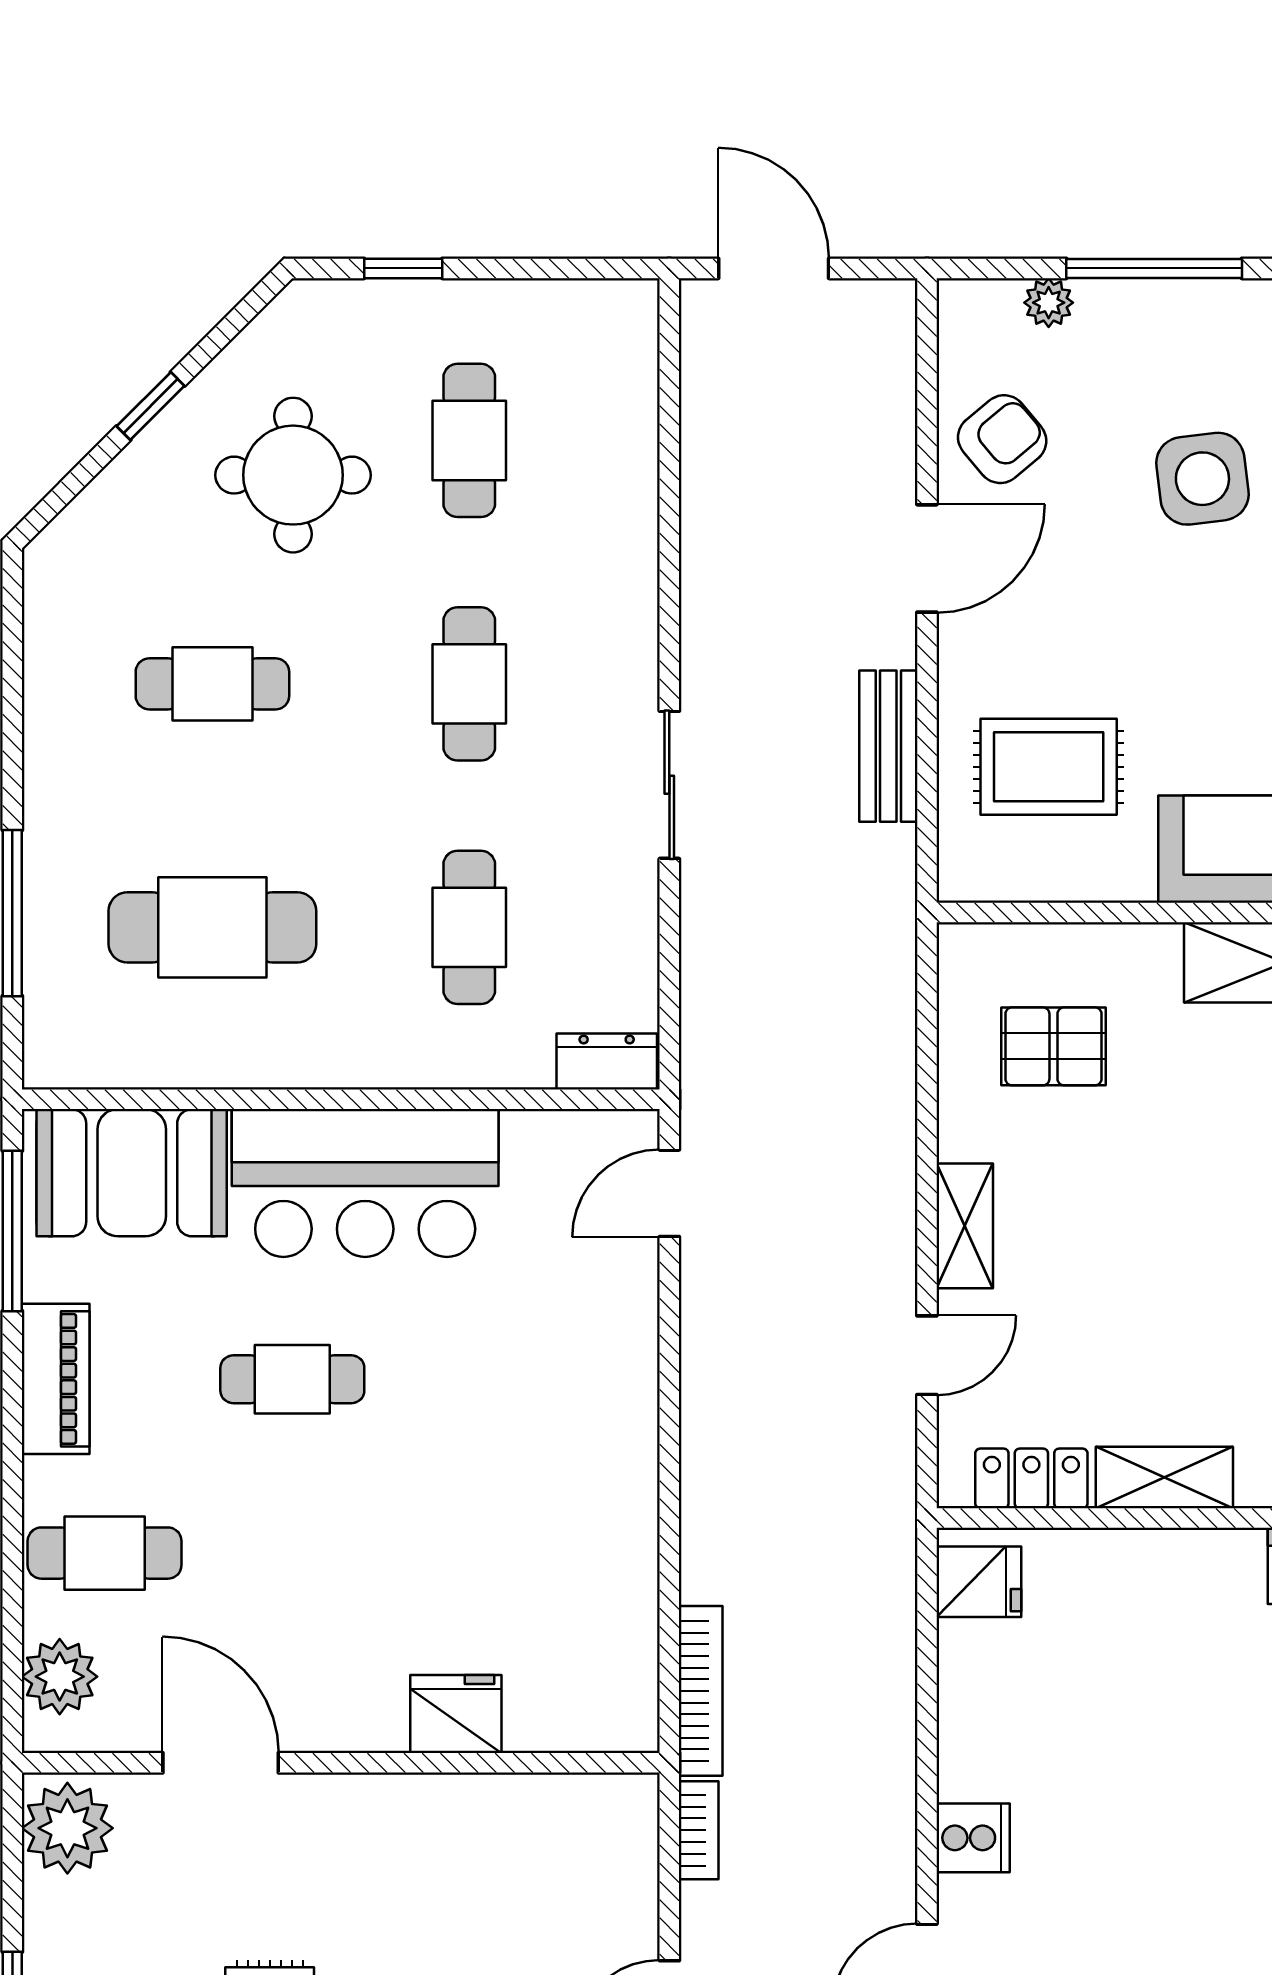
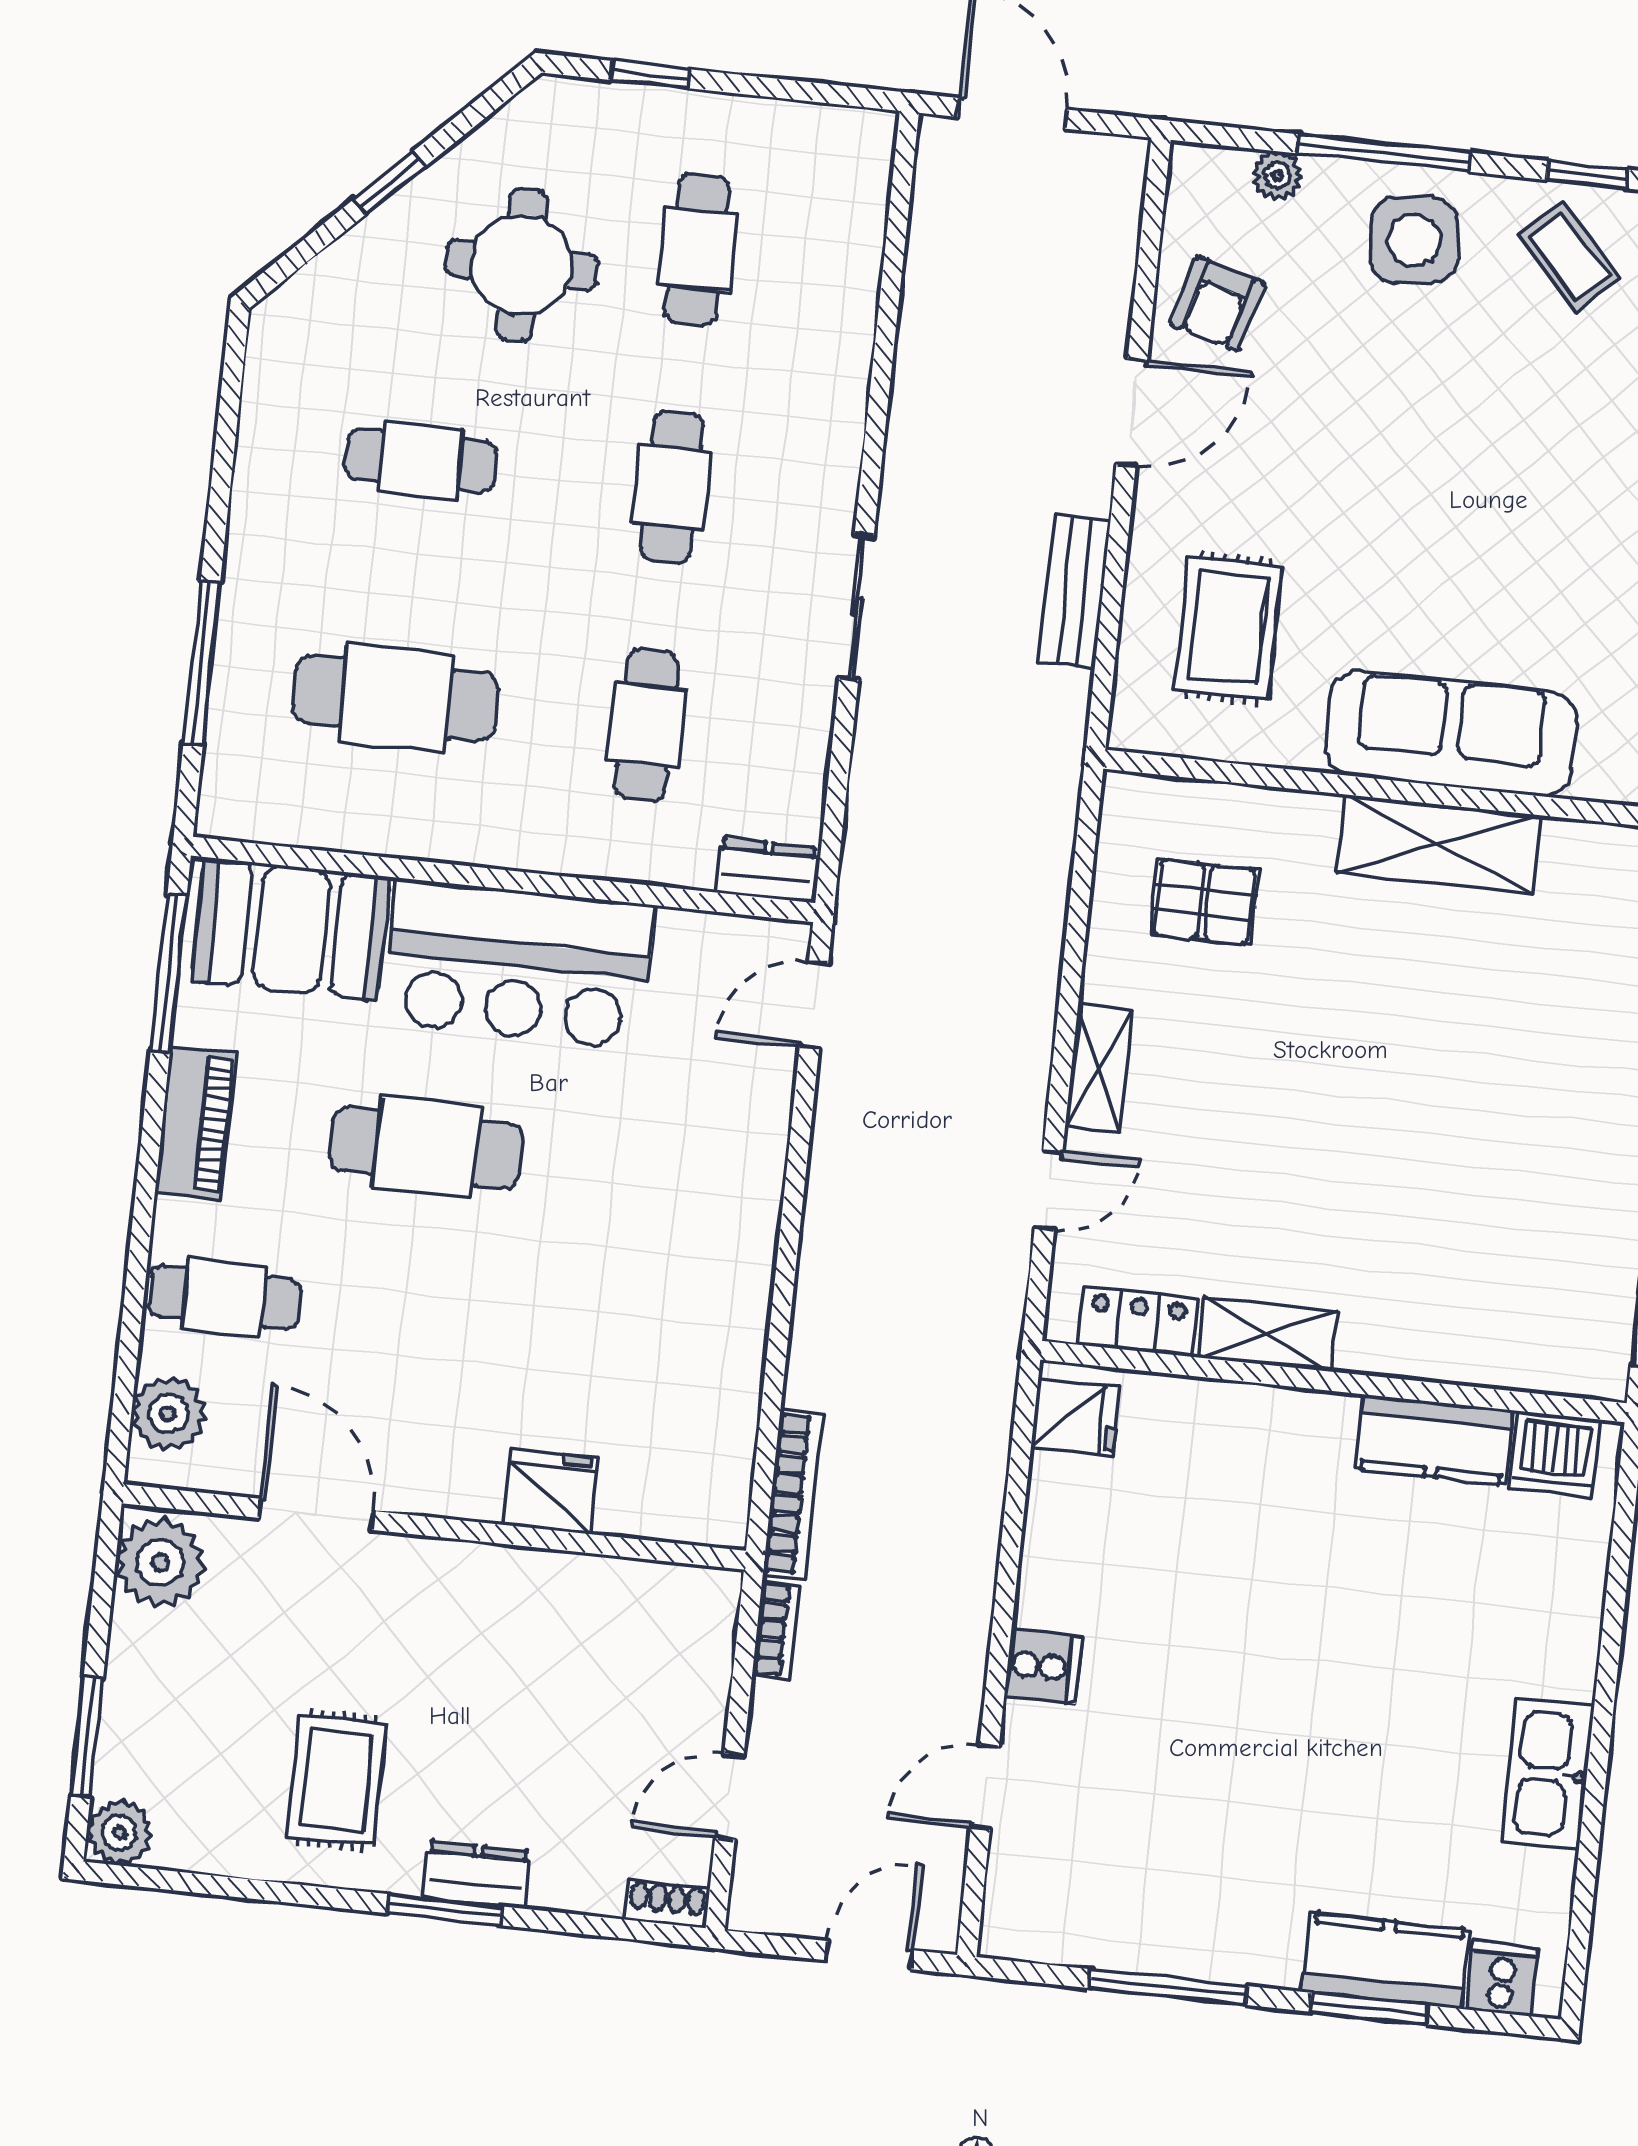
armchair: (1002, 439) -> (1218, 304), turned 146
side table: (1202, 479) -> (1414, 240), moved
rug: (1049, 767) -> (1229, 628), turned 90
cafe table: (292, 1379) -> (426, 1148), width x1.37, depth x1.35

